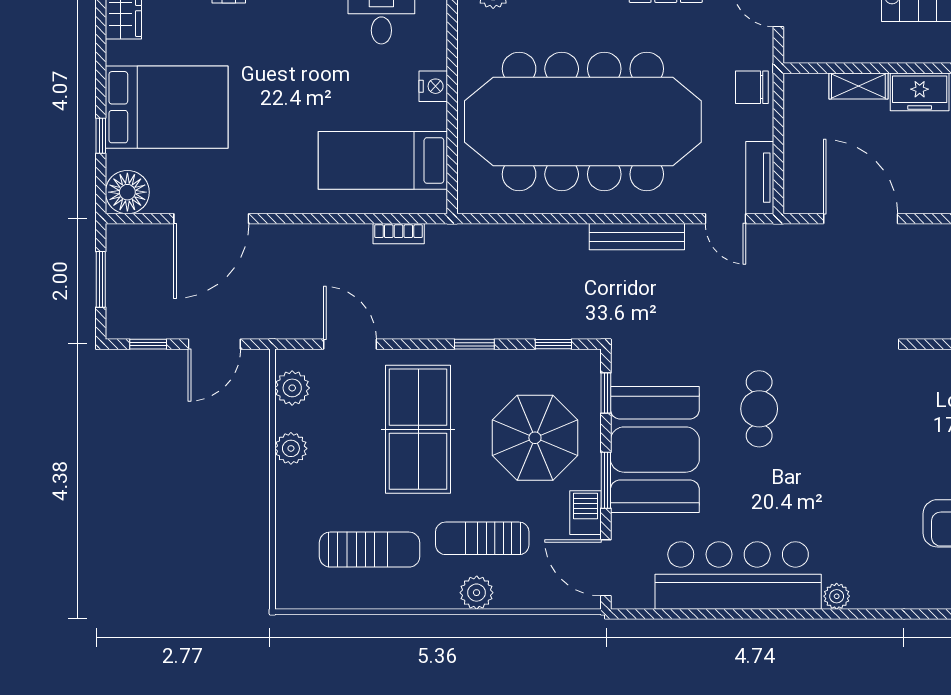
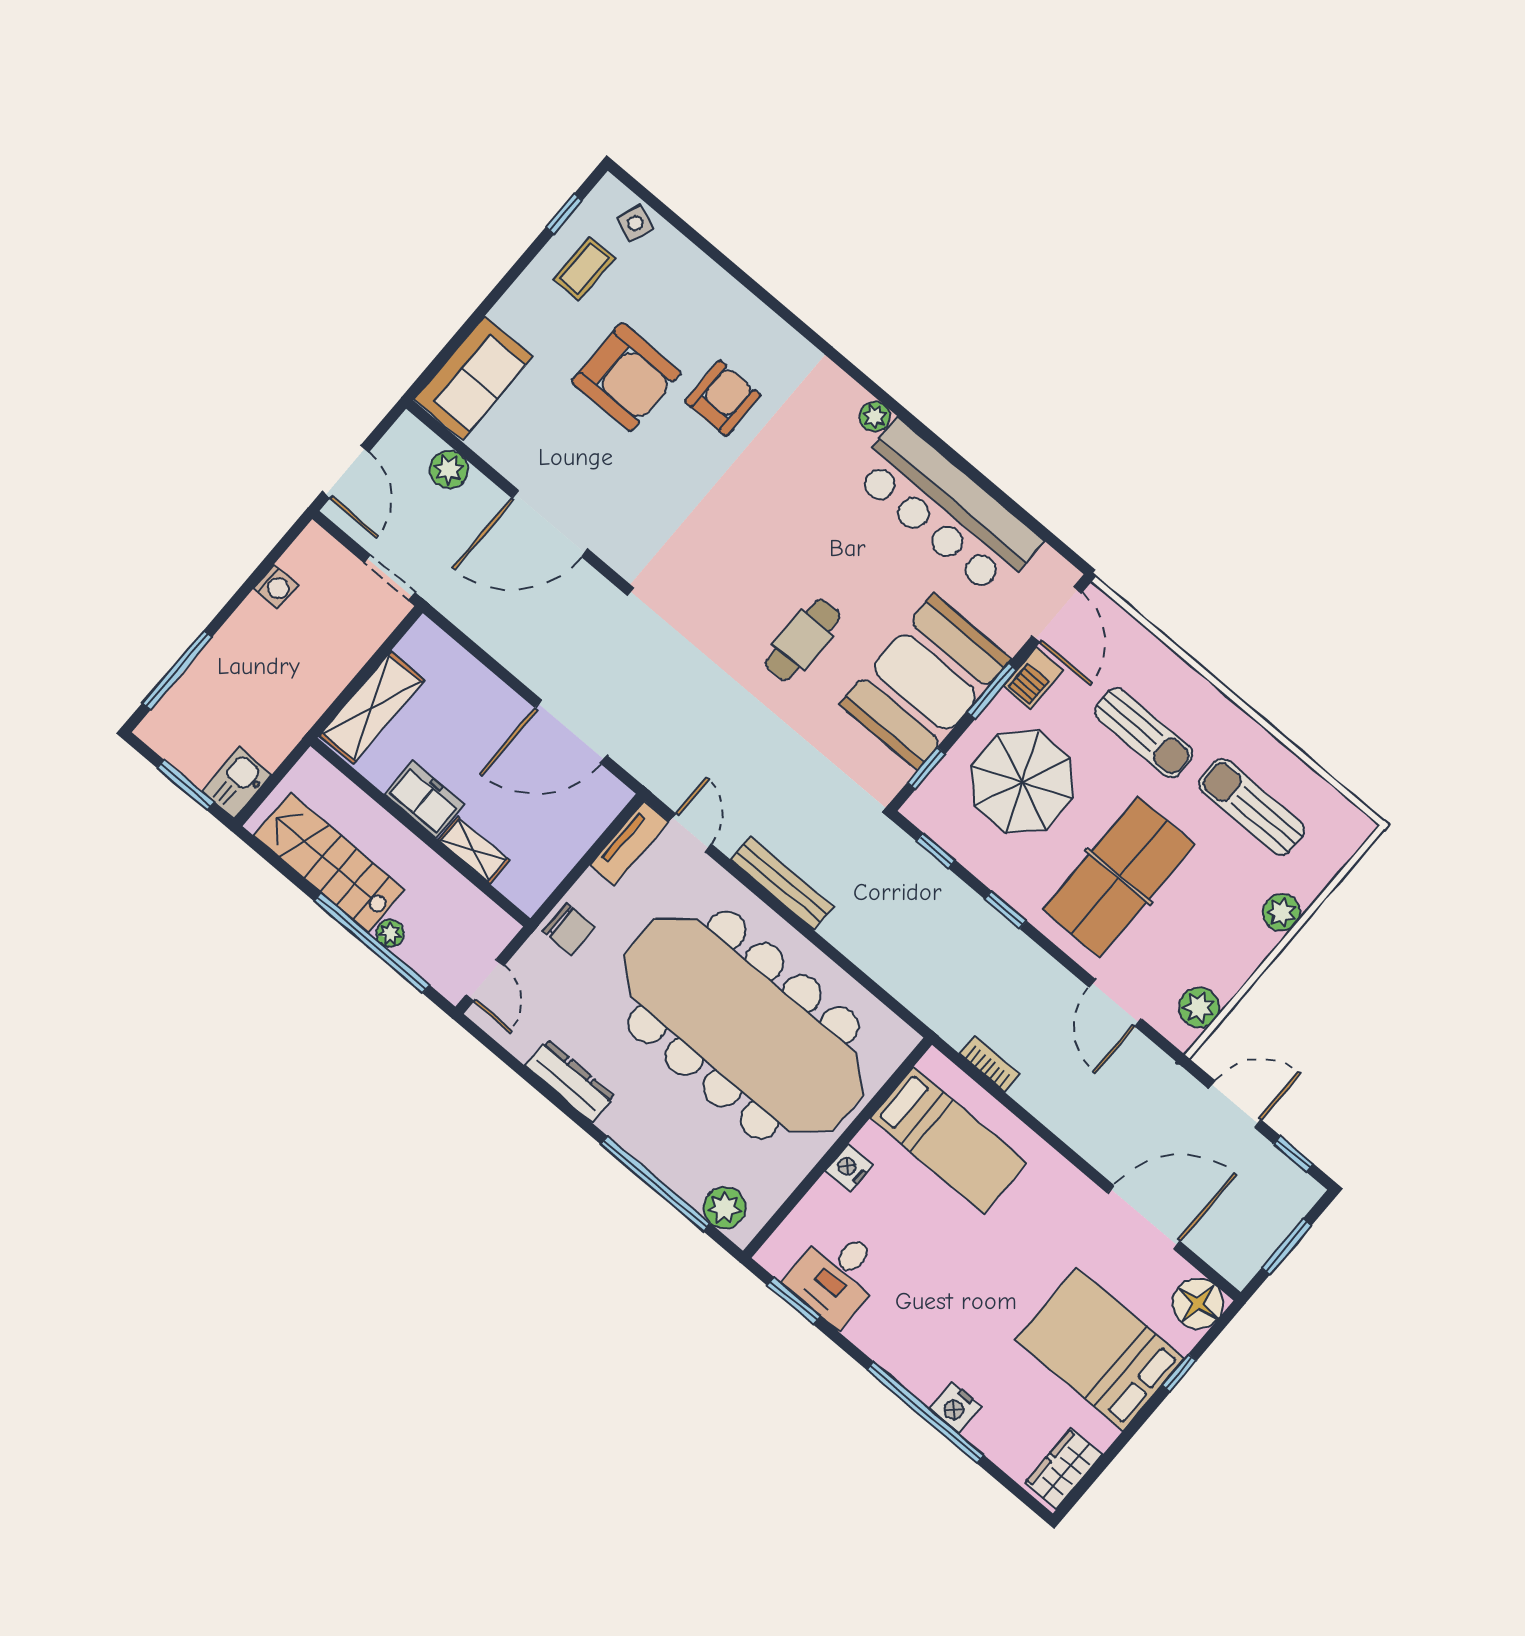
door: (861, 219) -> (571, 732), hinge flipped
plant: (291, 448) -> (1281, 912), moved
plant: (477, 593) -> (1190, 689), removed

